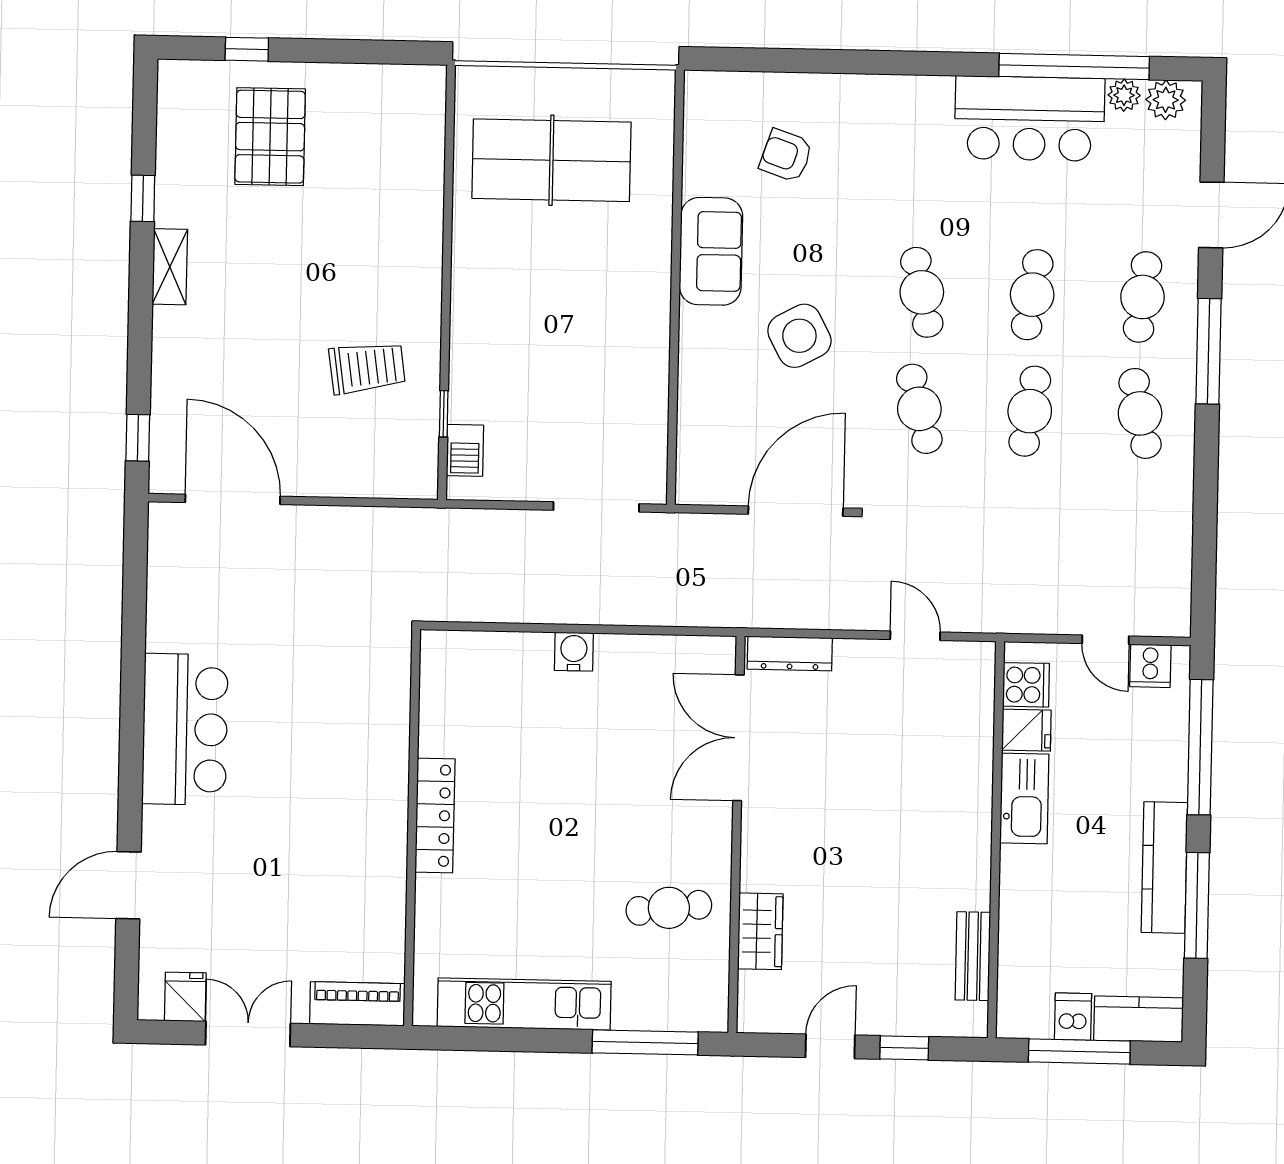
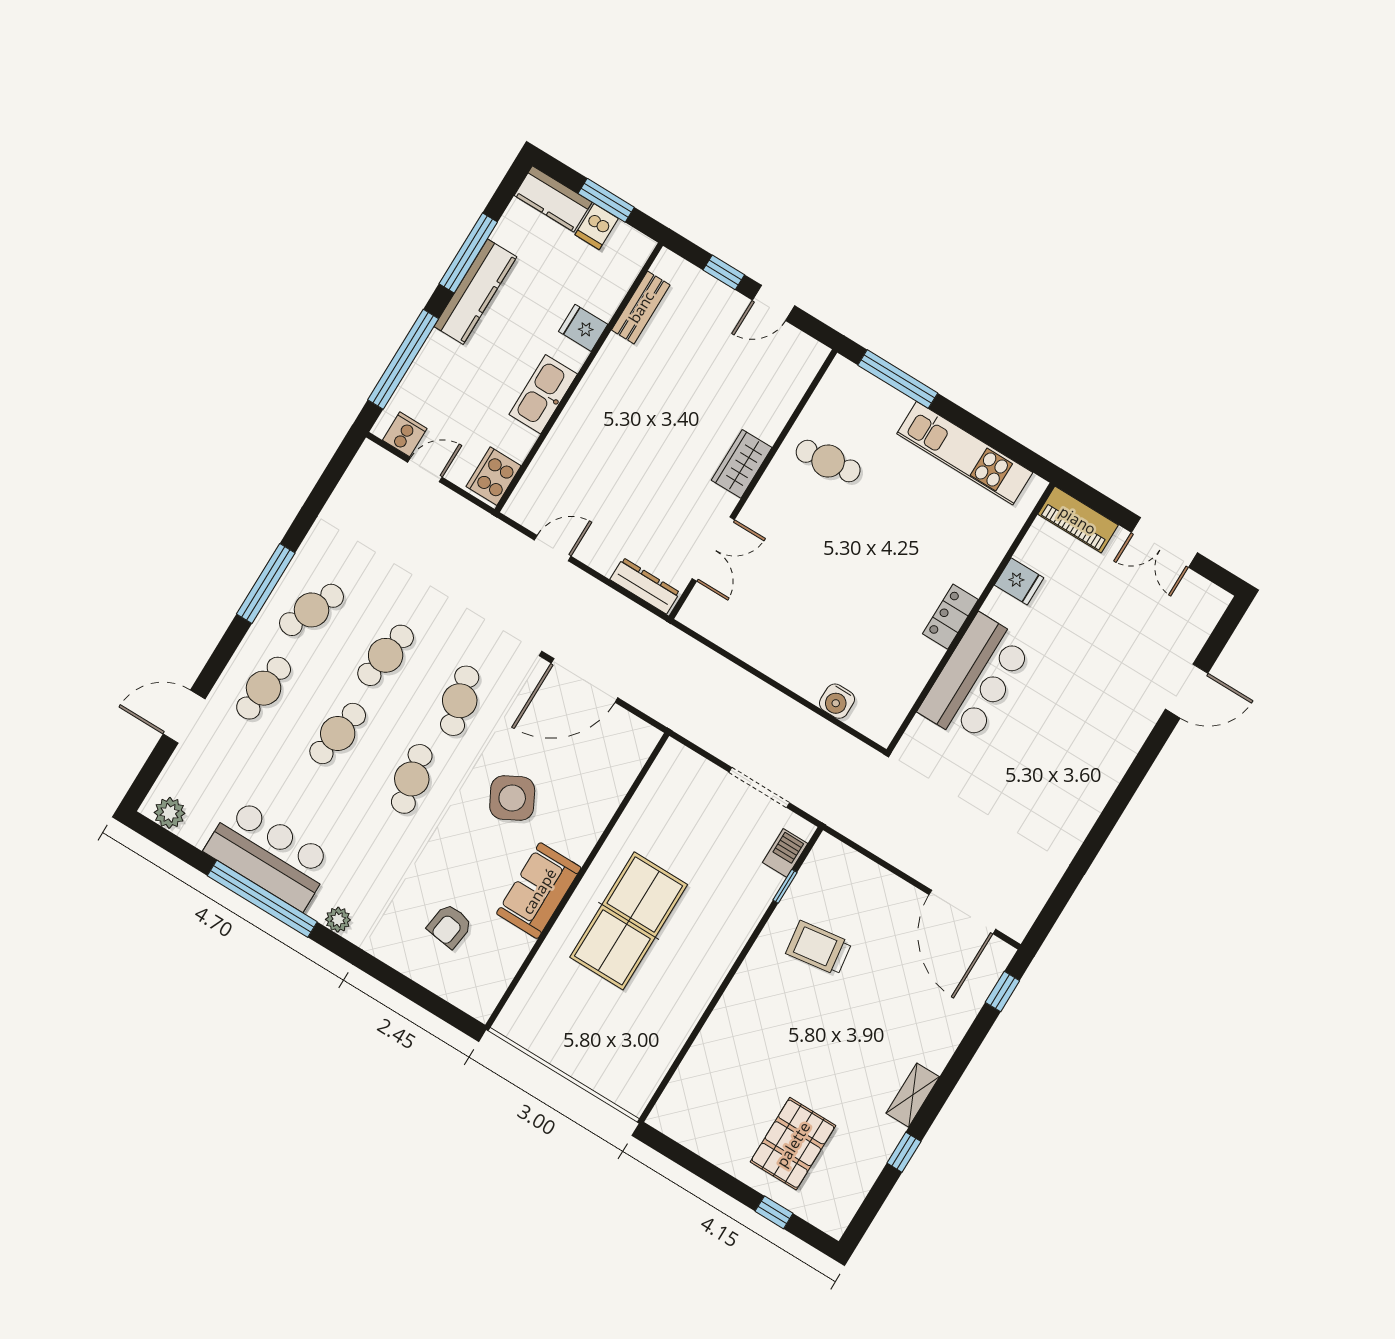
window: (1074, 66) -> (262, 899), moved
plant: (1124, 95) -> (338, 920), moved
armchair: (786, 155) -> (450, 926), turned 79
table tennis table: (551, 160) -> (629, 921), moved, turned 90
window: (1208, 351) -> (266, 583), moved
cafe table: (1140, 413) -> (311, 610), turned 36
doorway: (596, 507) -> (759, 788), moved
door: (915, 636) -> (553, 548), swing flipped
door: (1105, 640) -> (425, 470), hinge flipped
water cooler: (574, 652) -> (837, 701), moved
cooker: (1026, 685) -> (494, 476), width x1.36
bar counter: (185, 729) -> (976, 679), moved, turned 180
fridge: (1026, 730) -> (583, 328), moved
double door: (738, 738) -> (713, 549), width x0.73
locker: (435, 816) -> (950, 617), width x0.66
wardrobe: (760, 931) -> (742, 464), moved
fridge: (185, 997) -> (1019, 581), moved, turned -90
window: (1079, 1052) -> (606, 200), width x0.69

